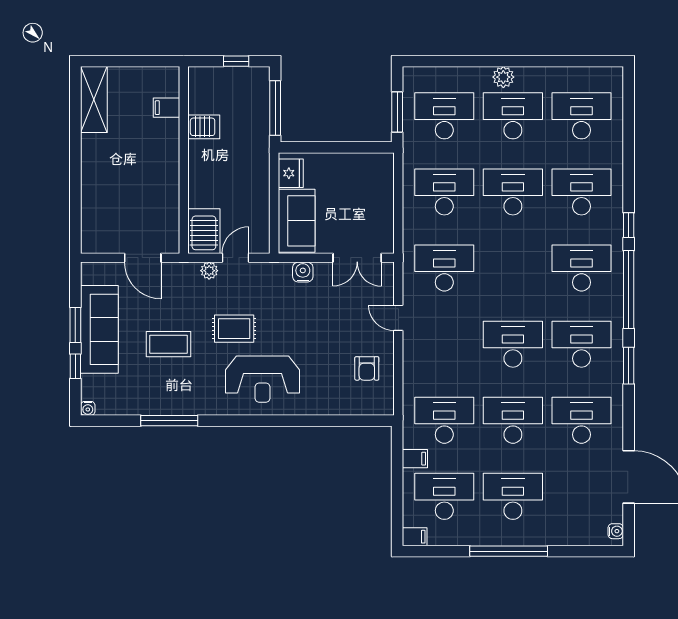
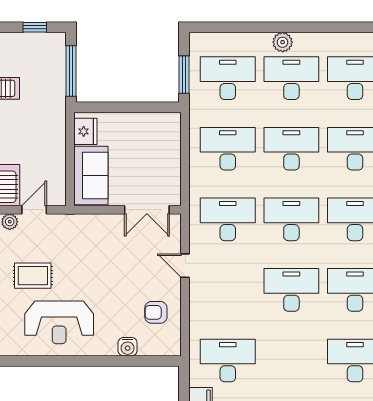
water cooler: (303, 272) -> (128, 347), moved, turned 180
armchair: (367, 368) -> (156, 312), turned 90
desk: (513, 420) -> (291, 219), moved

